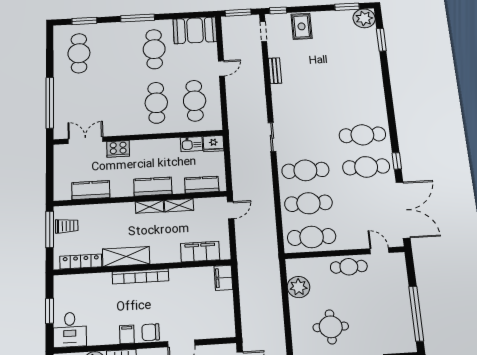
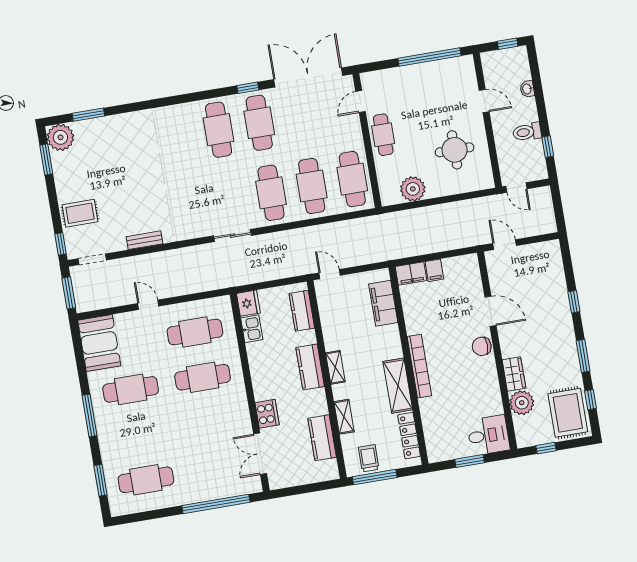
shelving: (179, 205) -> (344, 417), moved
chair: (151, 332) -> (482, 346), turned 90
filing cabinet: (127, 334) -> (434, 270), moved, turned -90

